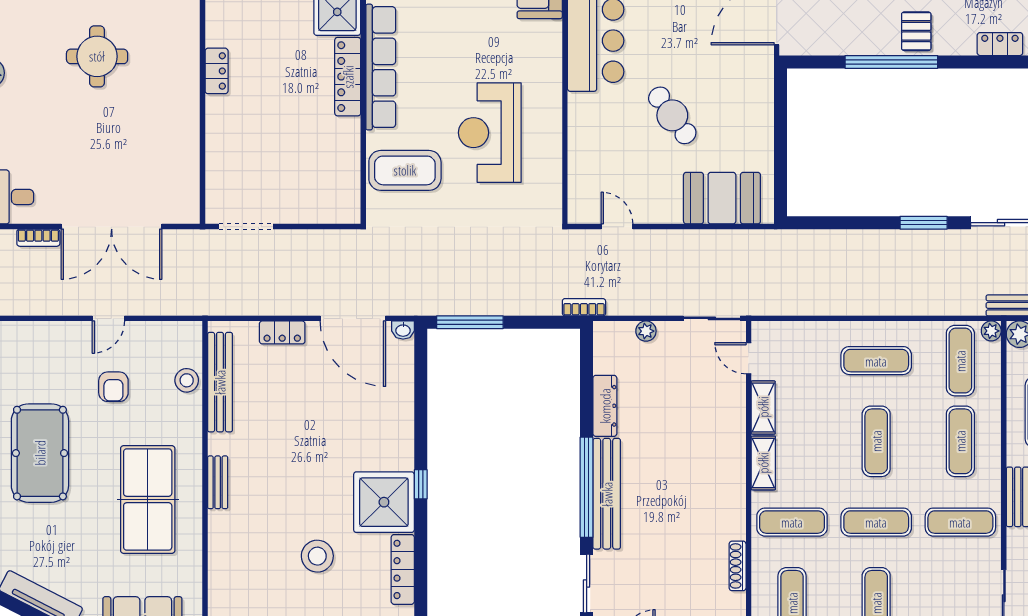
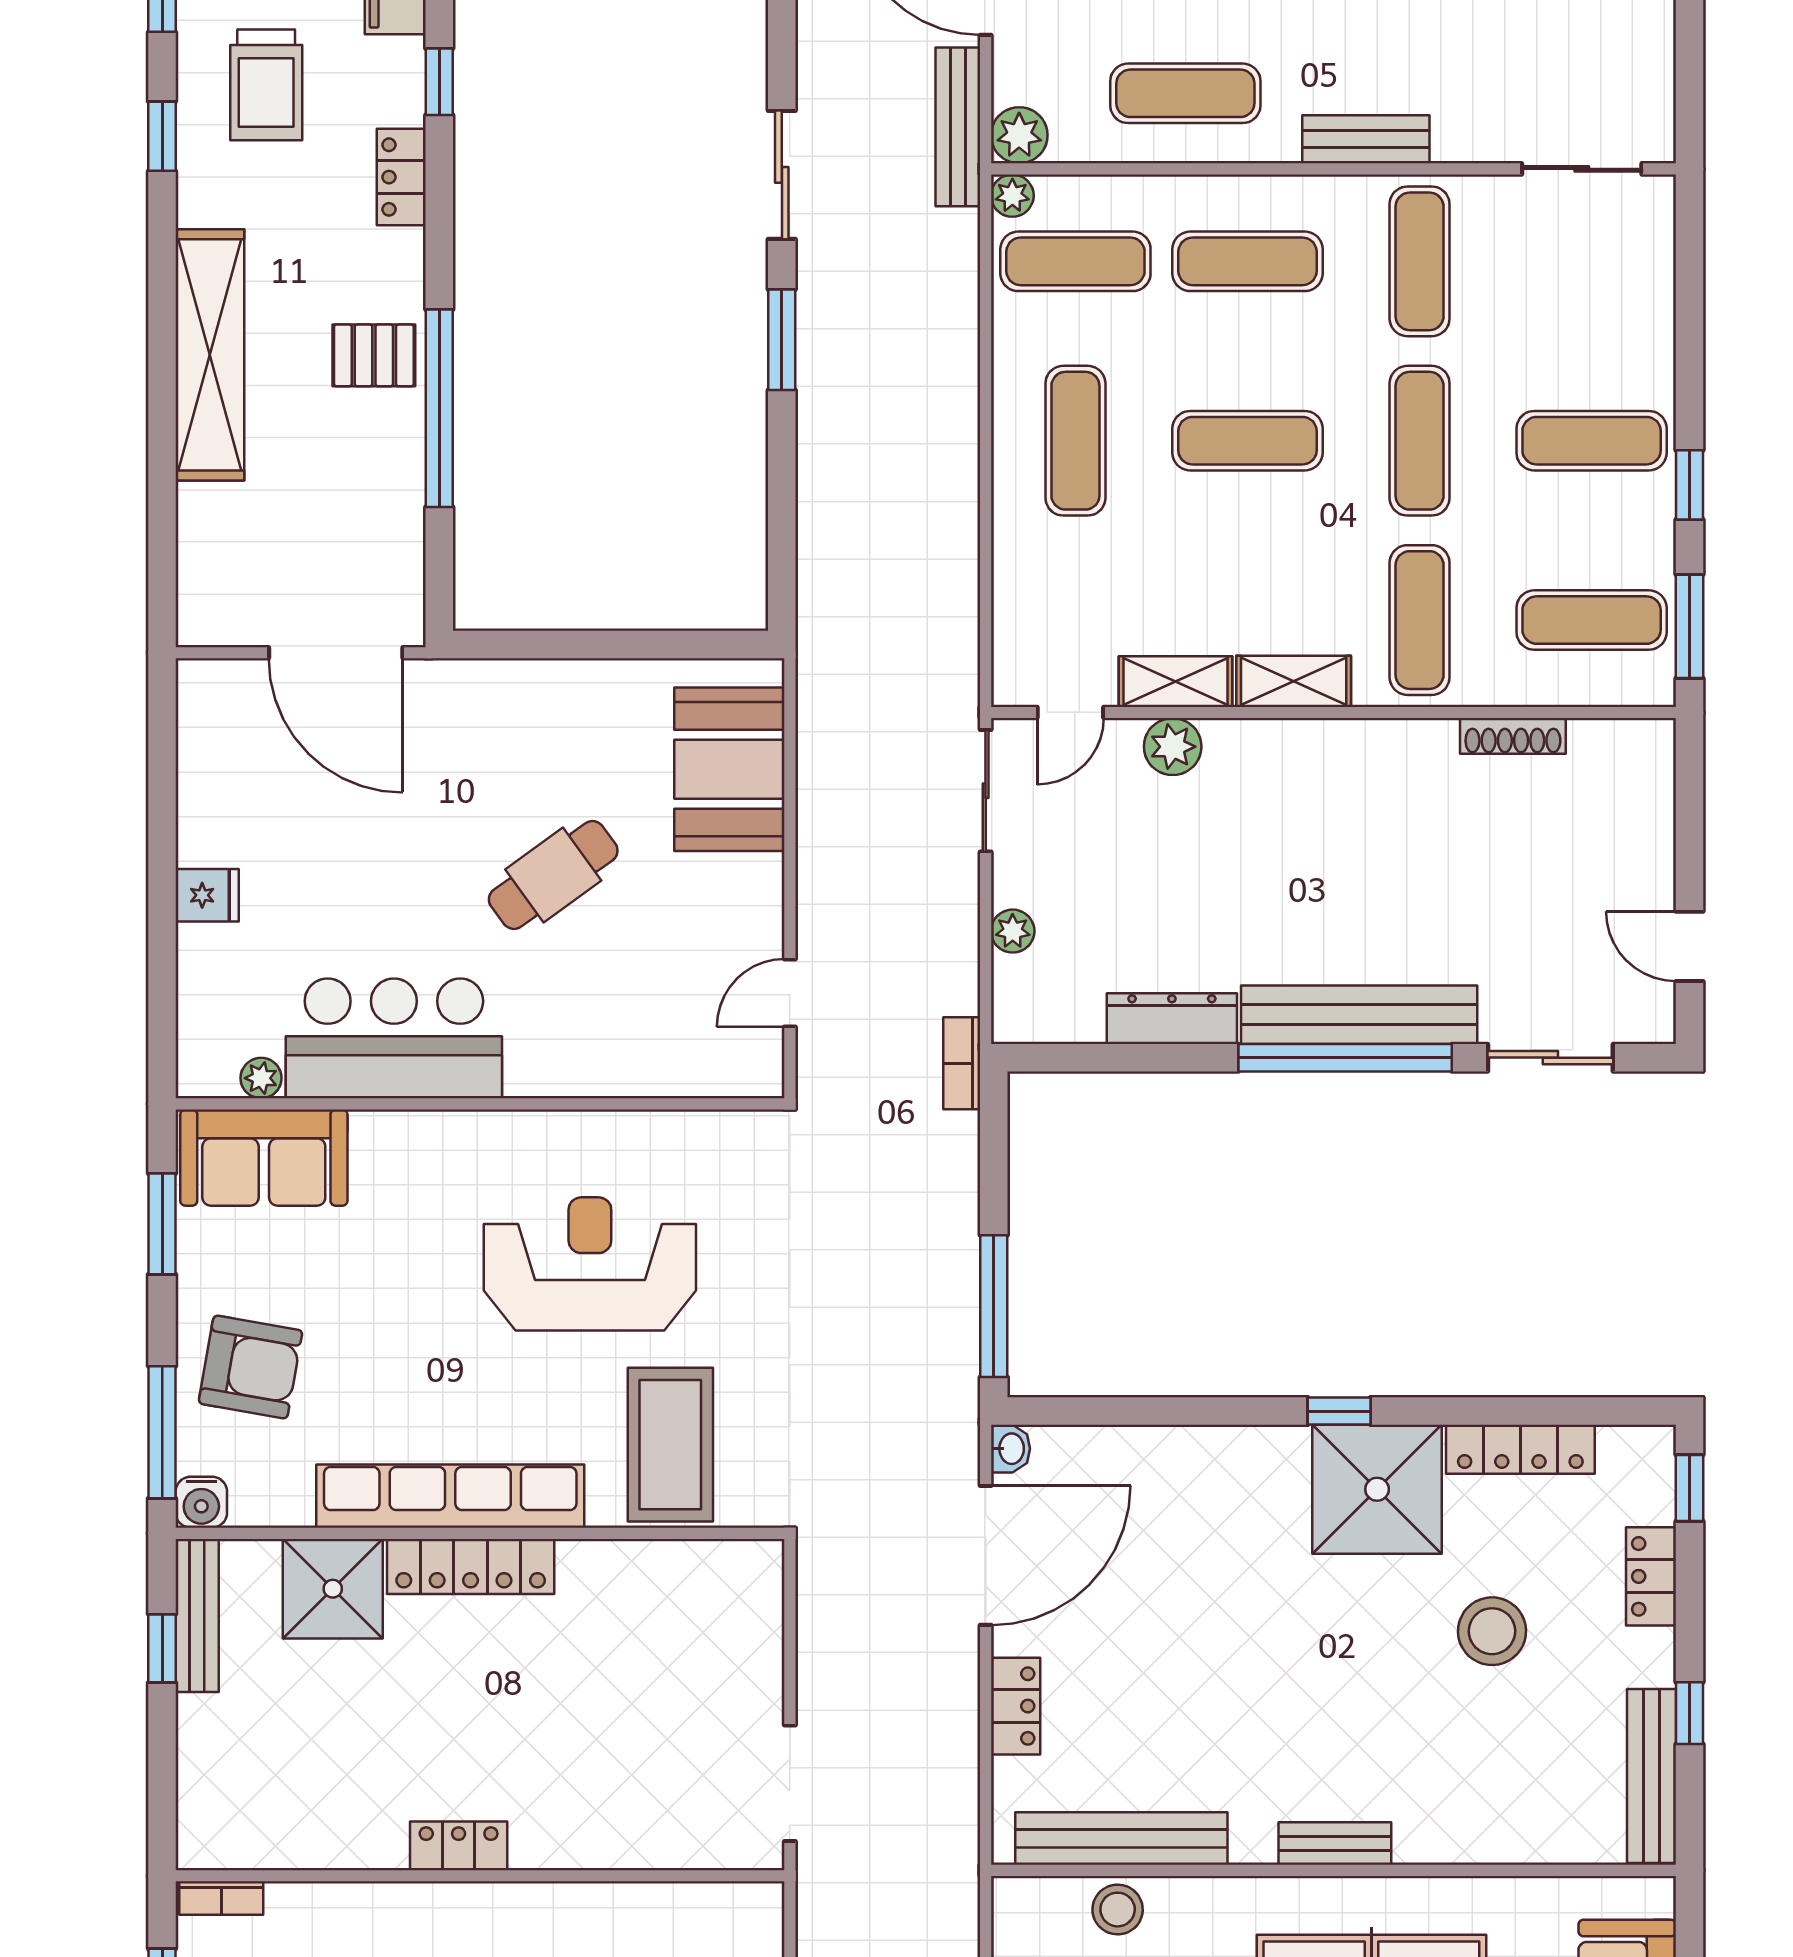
reception desk: (490, 133) -> (590, 1264), turned 180
plant: (733, 406) -> (1173, 747), added

